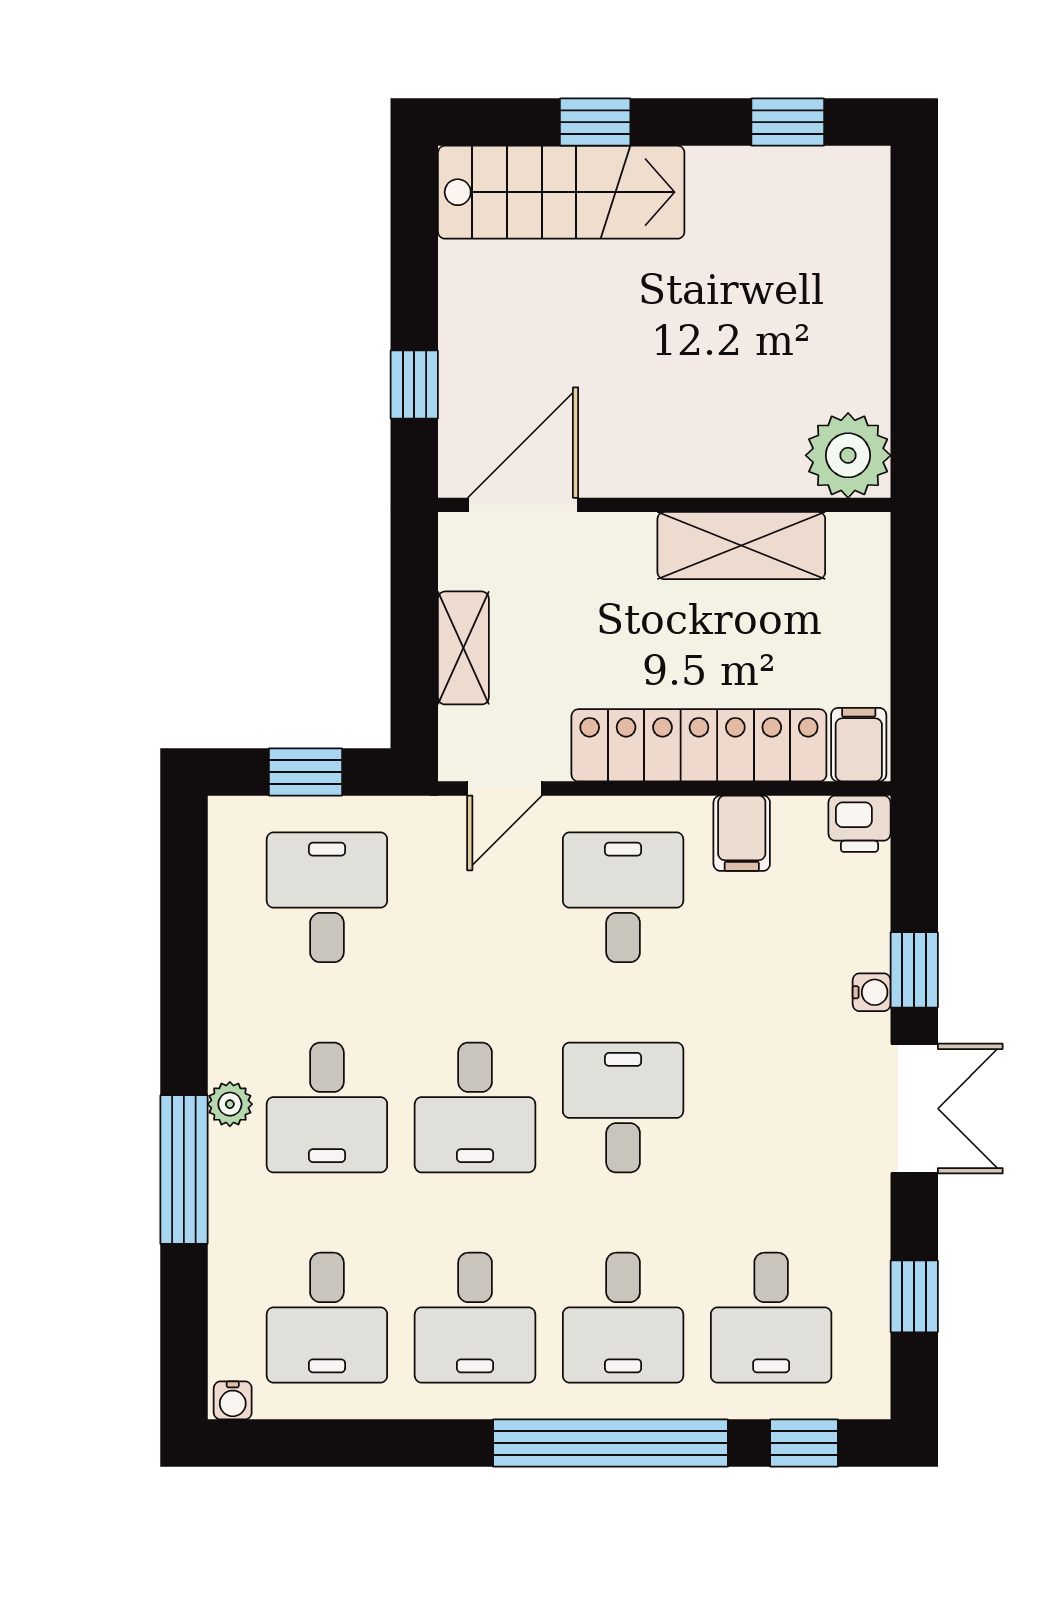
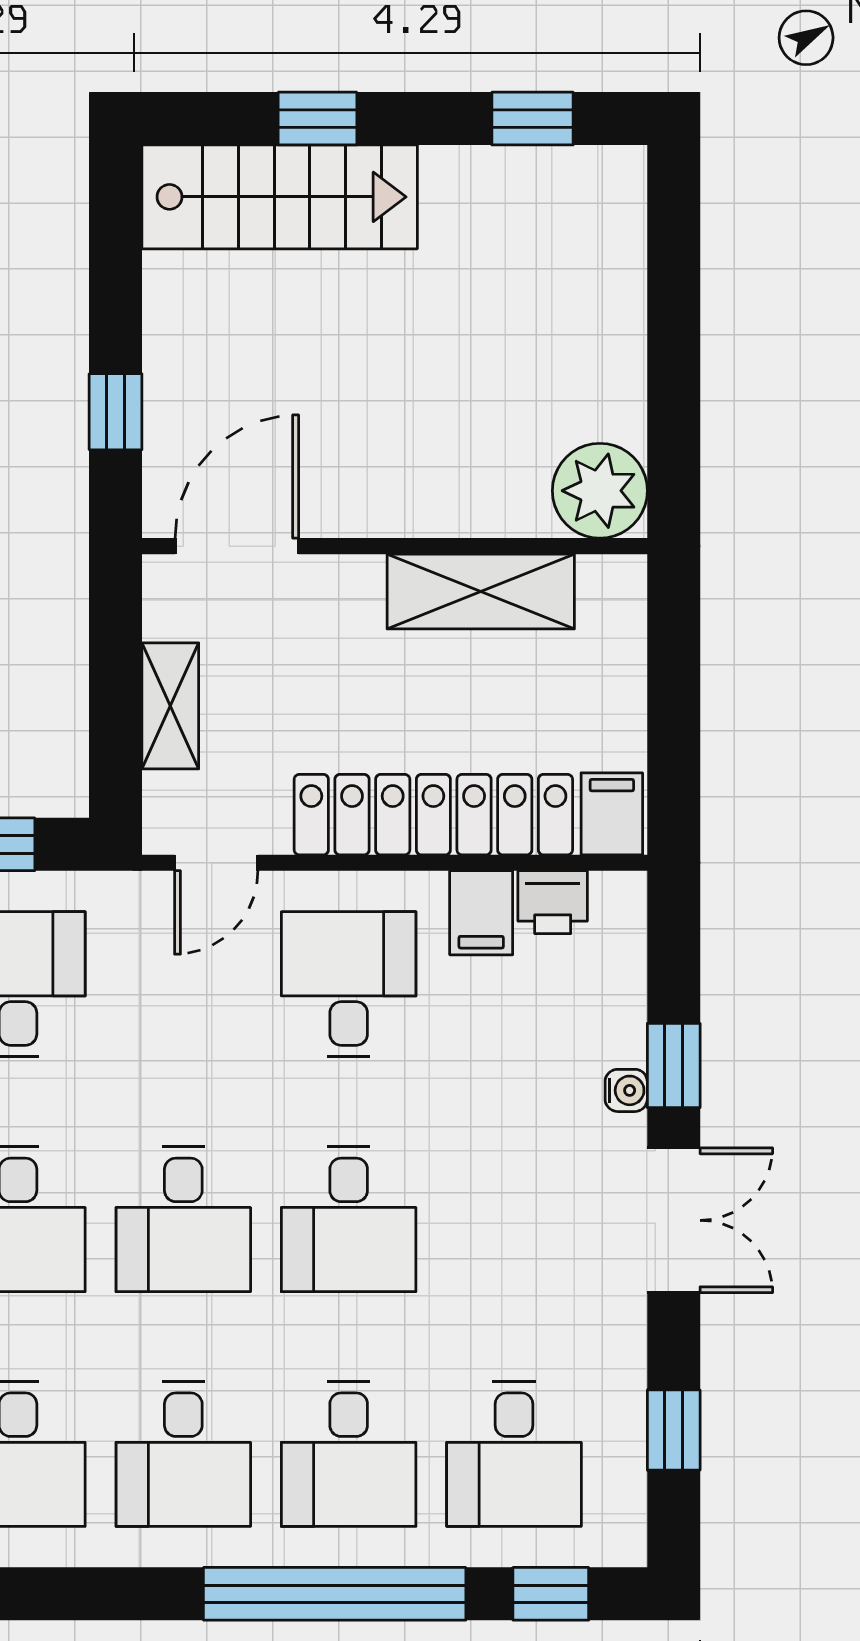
printer: (859, 824) -> (553, 902), moved
desk: (623, 1107) -> (349, 1219), turned 180

